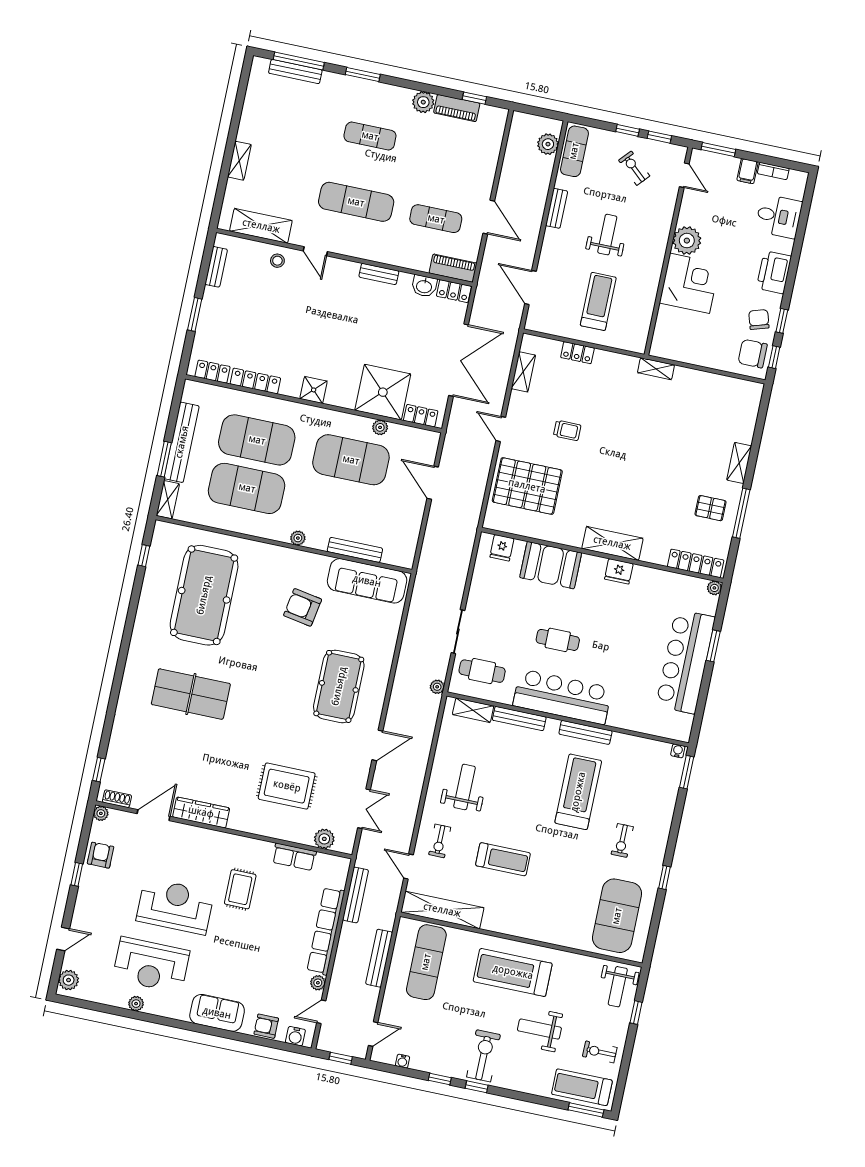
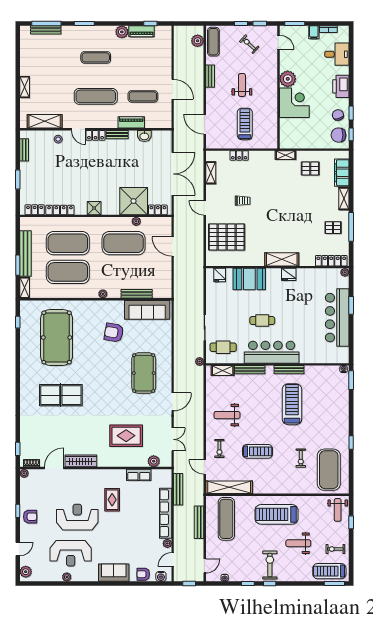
piano: (453, 268) -> (131, 122), moved
locker: (454, 291) -> (95, 135), moved
pallet: (693, 400) -> (310, 168), added
filing cabinet: (745, 418) -> (342, 173), added
weight bench: (464, 787) -> (227, 415), turned -90
exercise bike: (622, 840) -> (301, 458), moved
armchair: (101, 855) -> (30, 517), moved, turned 90

